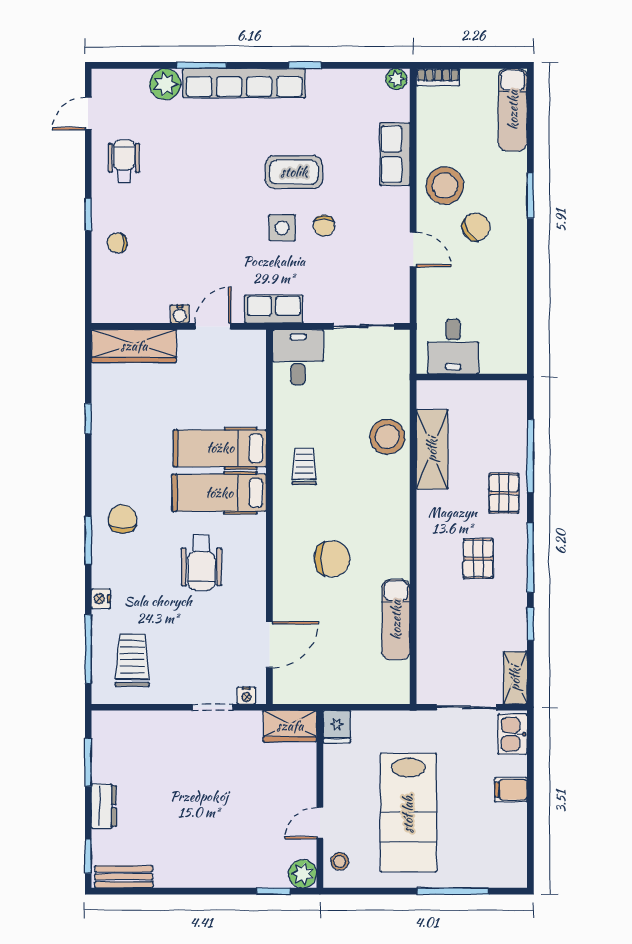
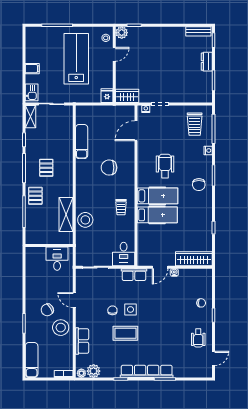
plant: (165, 84) -> (94, 371), moved

